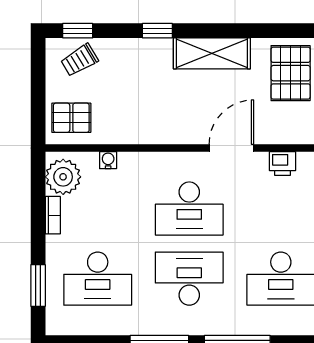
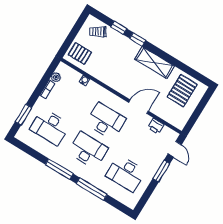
window: (78, 31) -> (119, 28), moved
plant: (63, 177) -> (56, 77), width x0.53, depth x0.53
desk: (189, 209) -> (106, 121), turned 180

